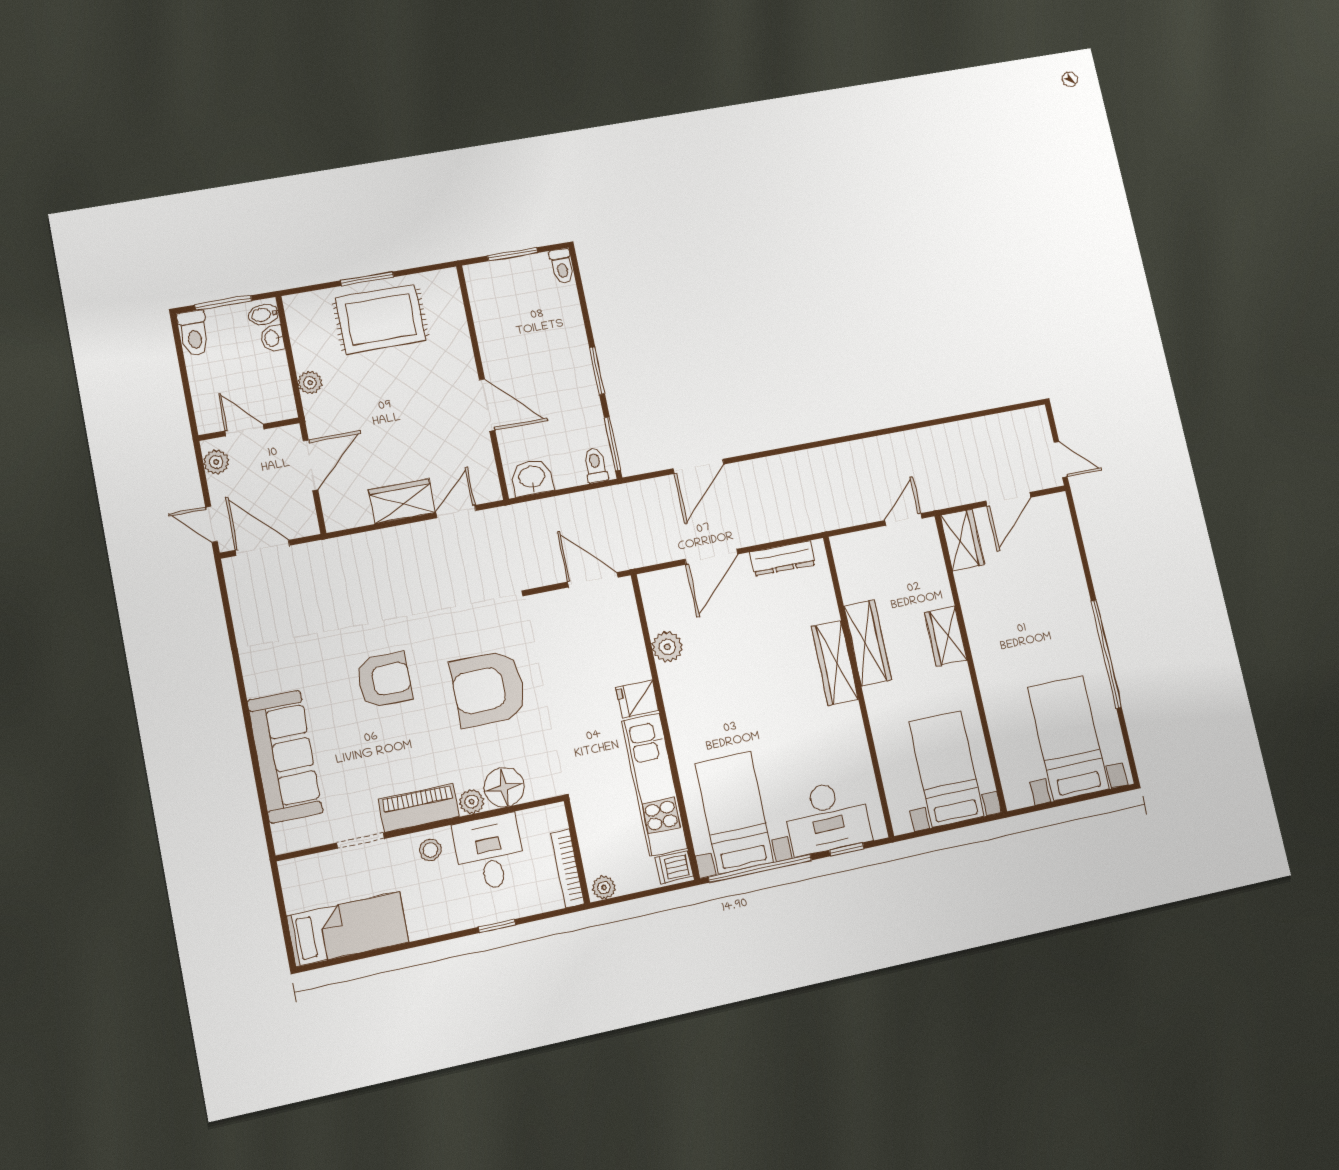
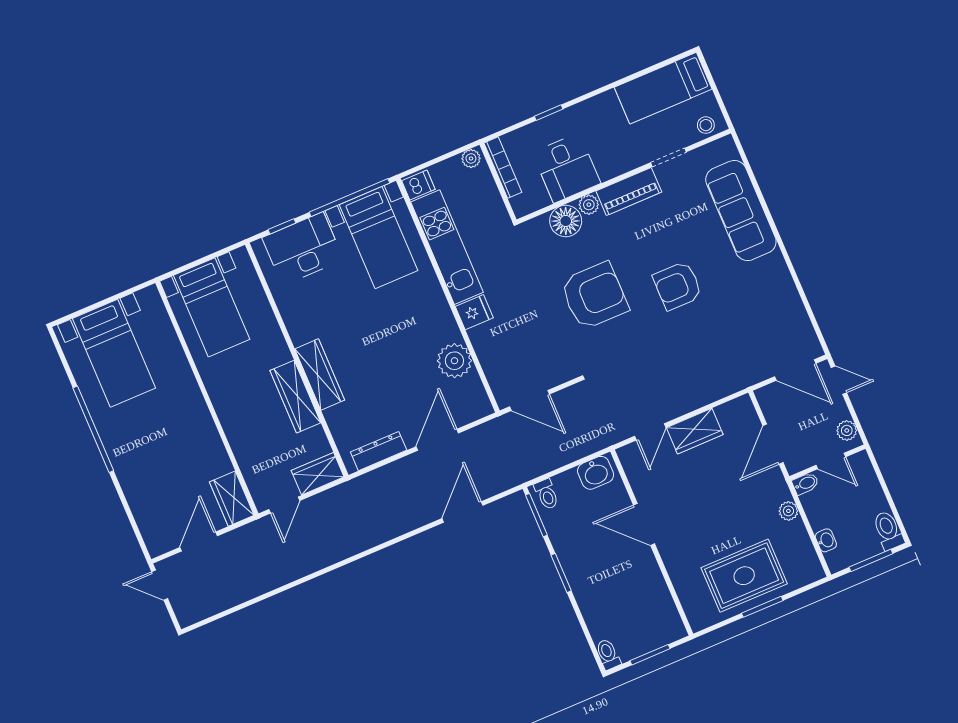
bidet: (264, 315) -> (805, 483), moved
wardrobe: (946, 636) -> (318, 474), moved, turned -90
plant: (667, 647) -> (454, 361), width x1.36, depth x1.36
stool: (430, 850) -> (706, 125), moved

